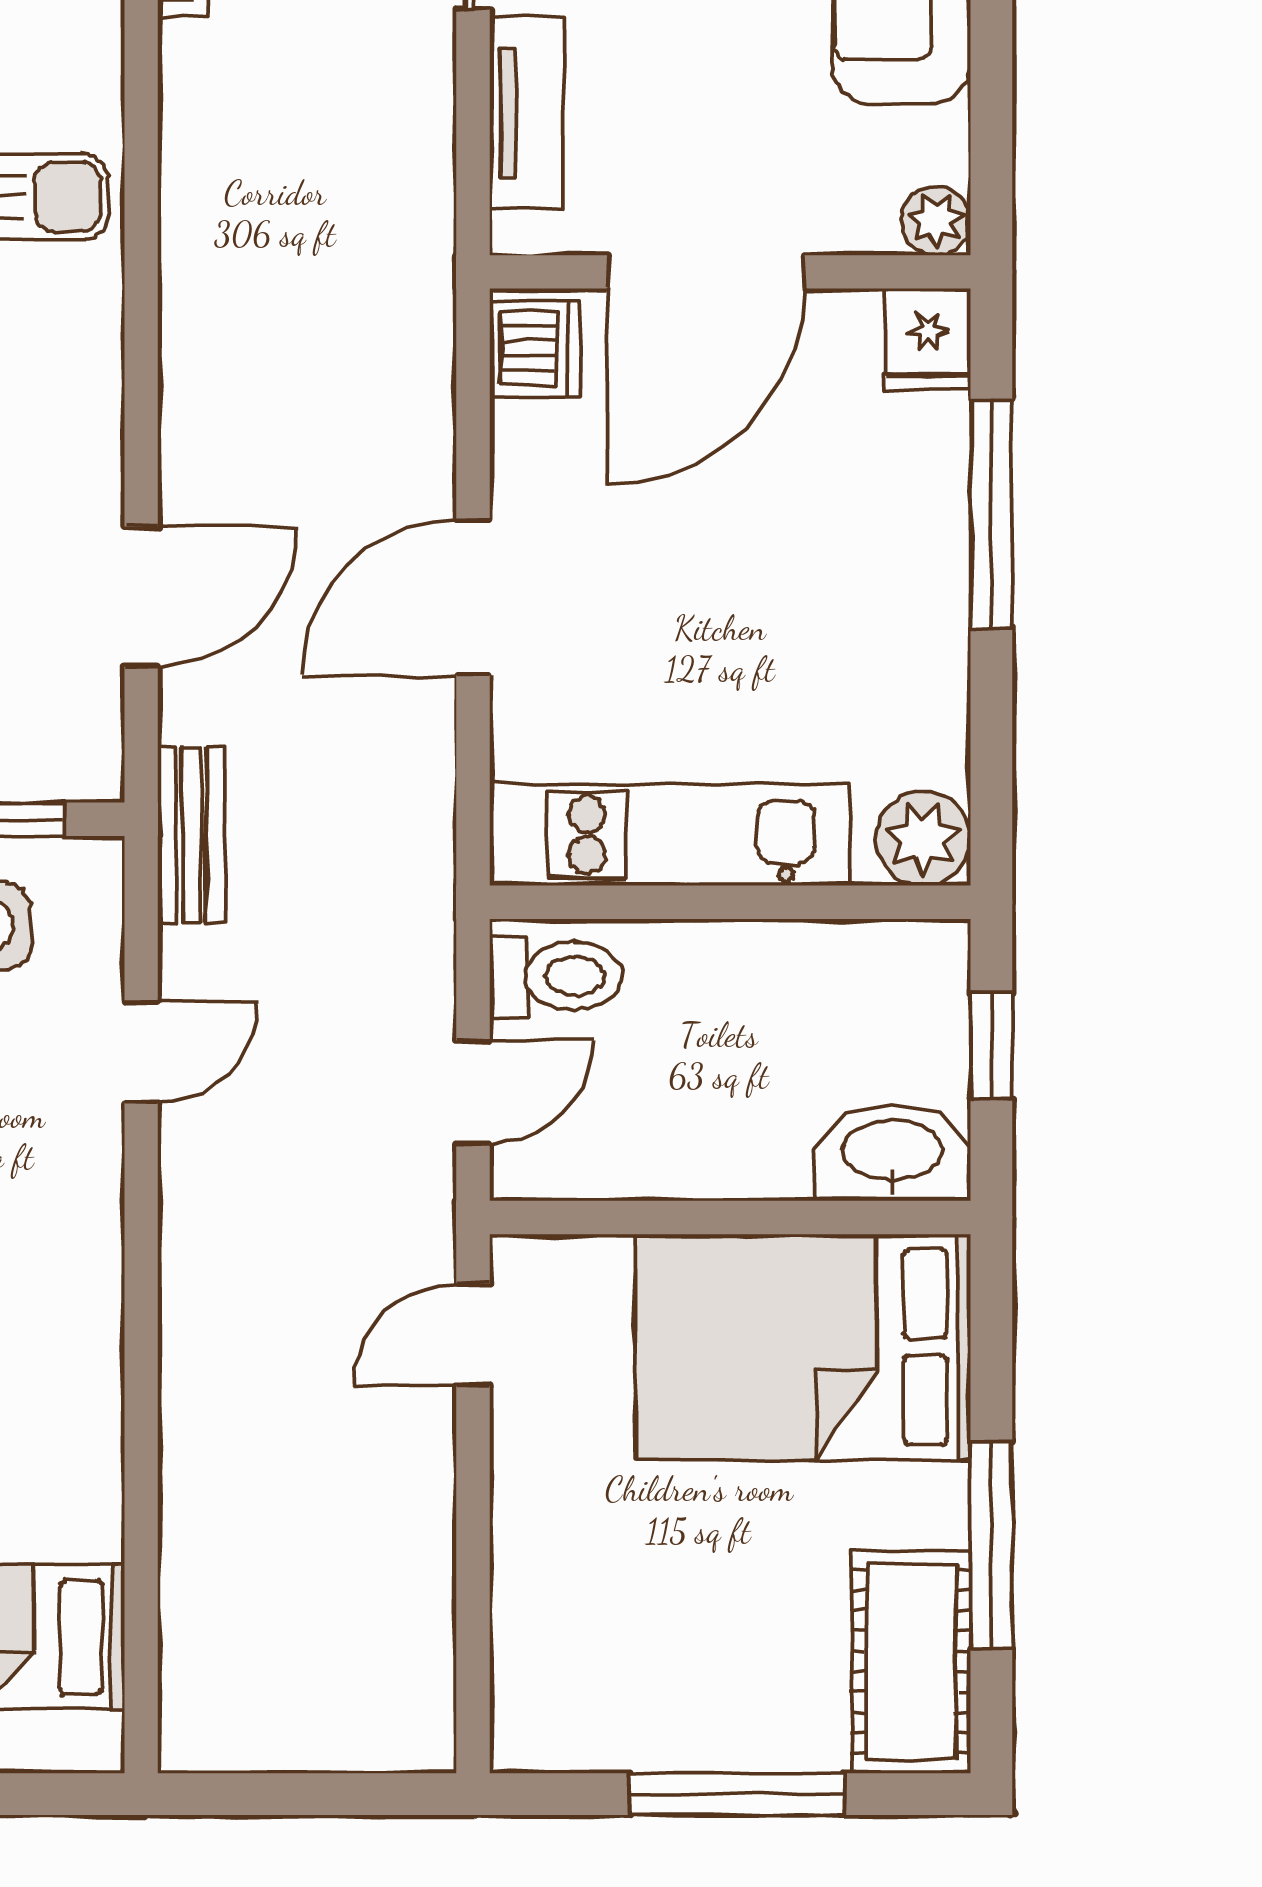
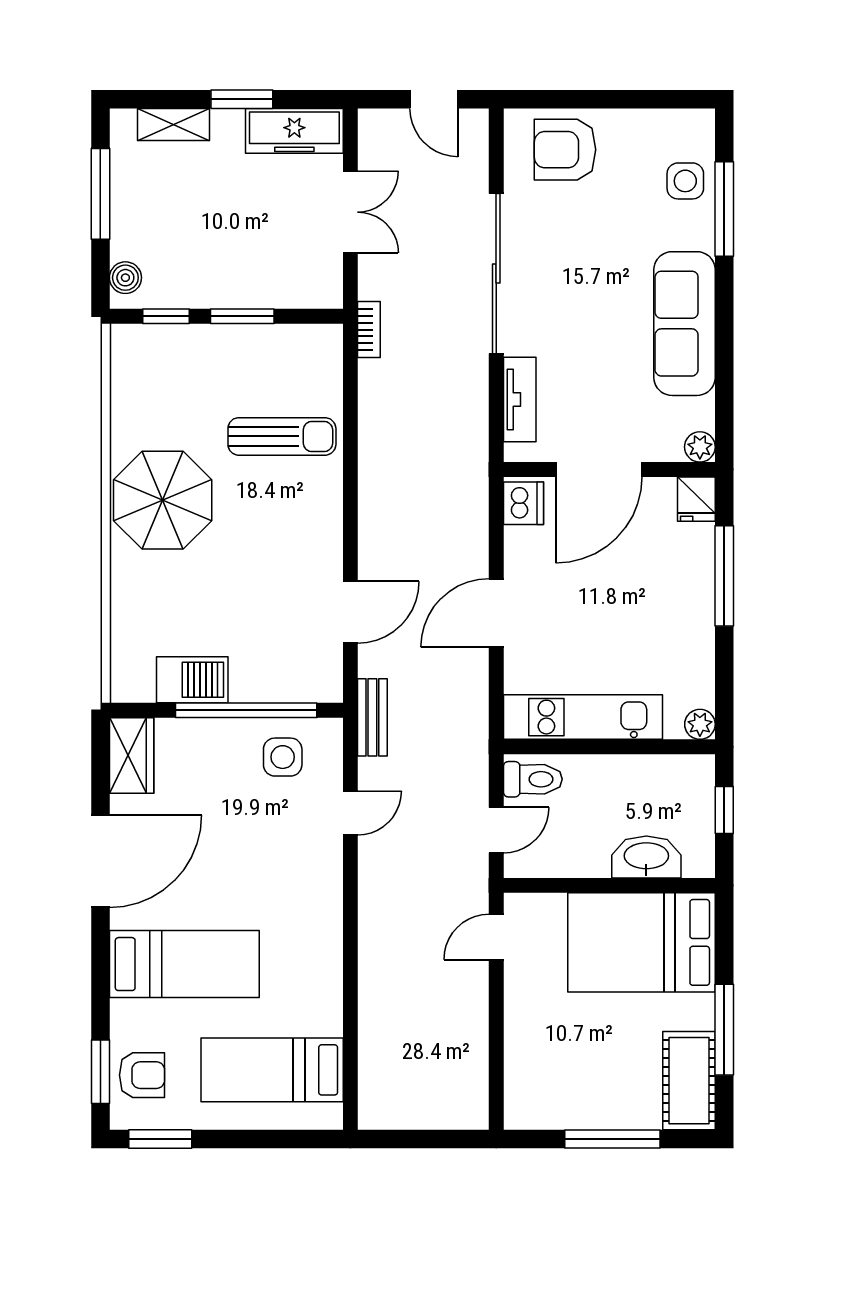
plant: (923, 838) -> (700, 724), width x0.73, depth x0.73
washbasin: (892, 1153) -> (646, 857), moved

